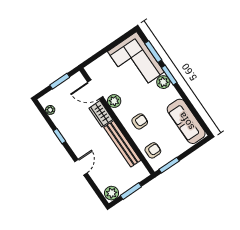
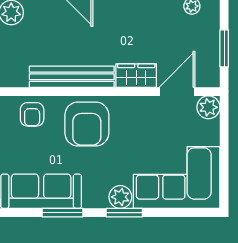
window: (153, 52) -> (63, 213), moved
plant: (114, 101) -> (208, 107), moved
armchair: (140, 121) -> (87, 124), width x1.88, depth x1.88

